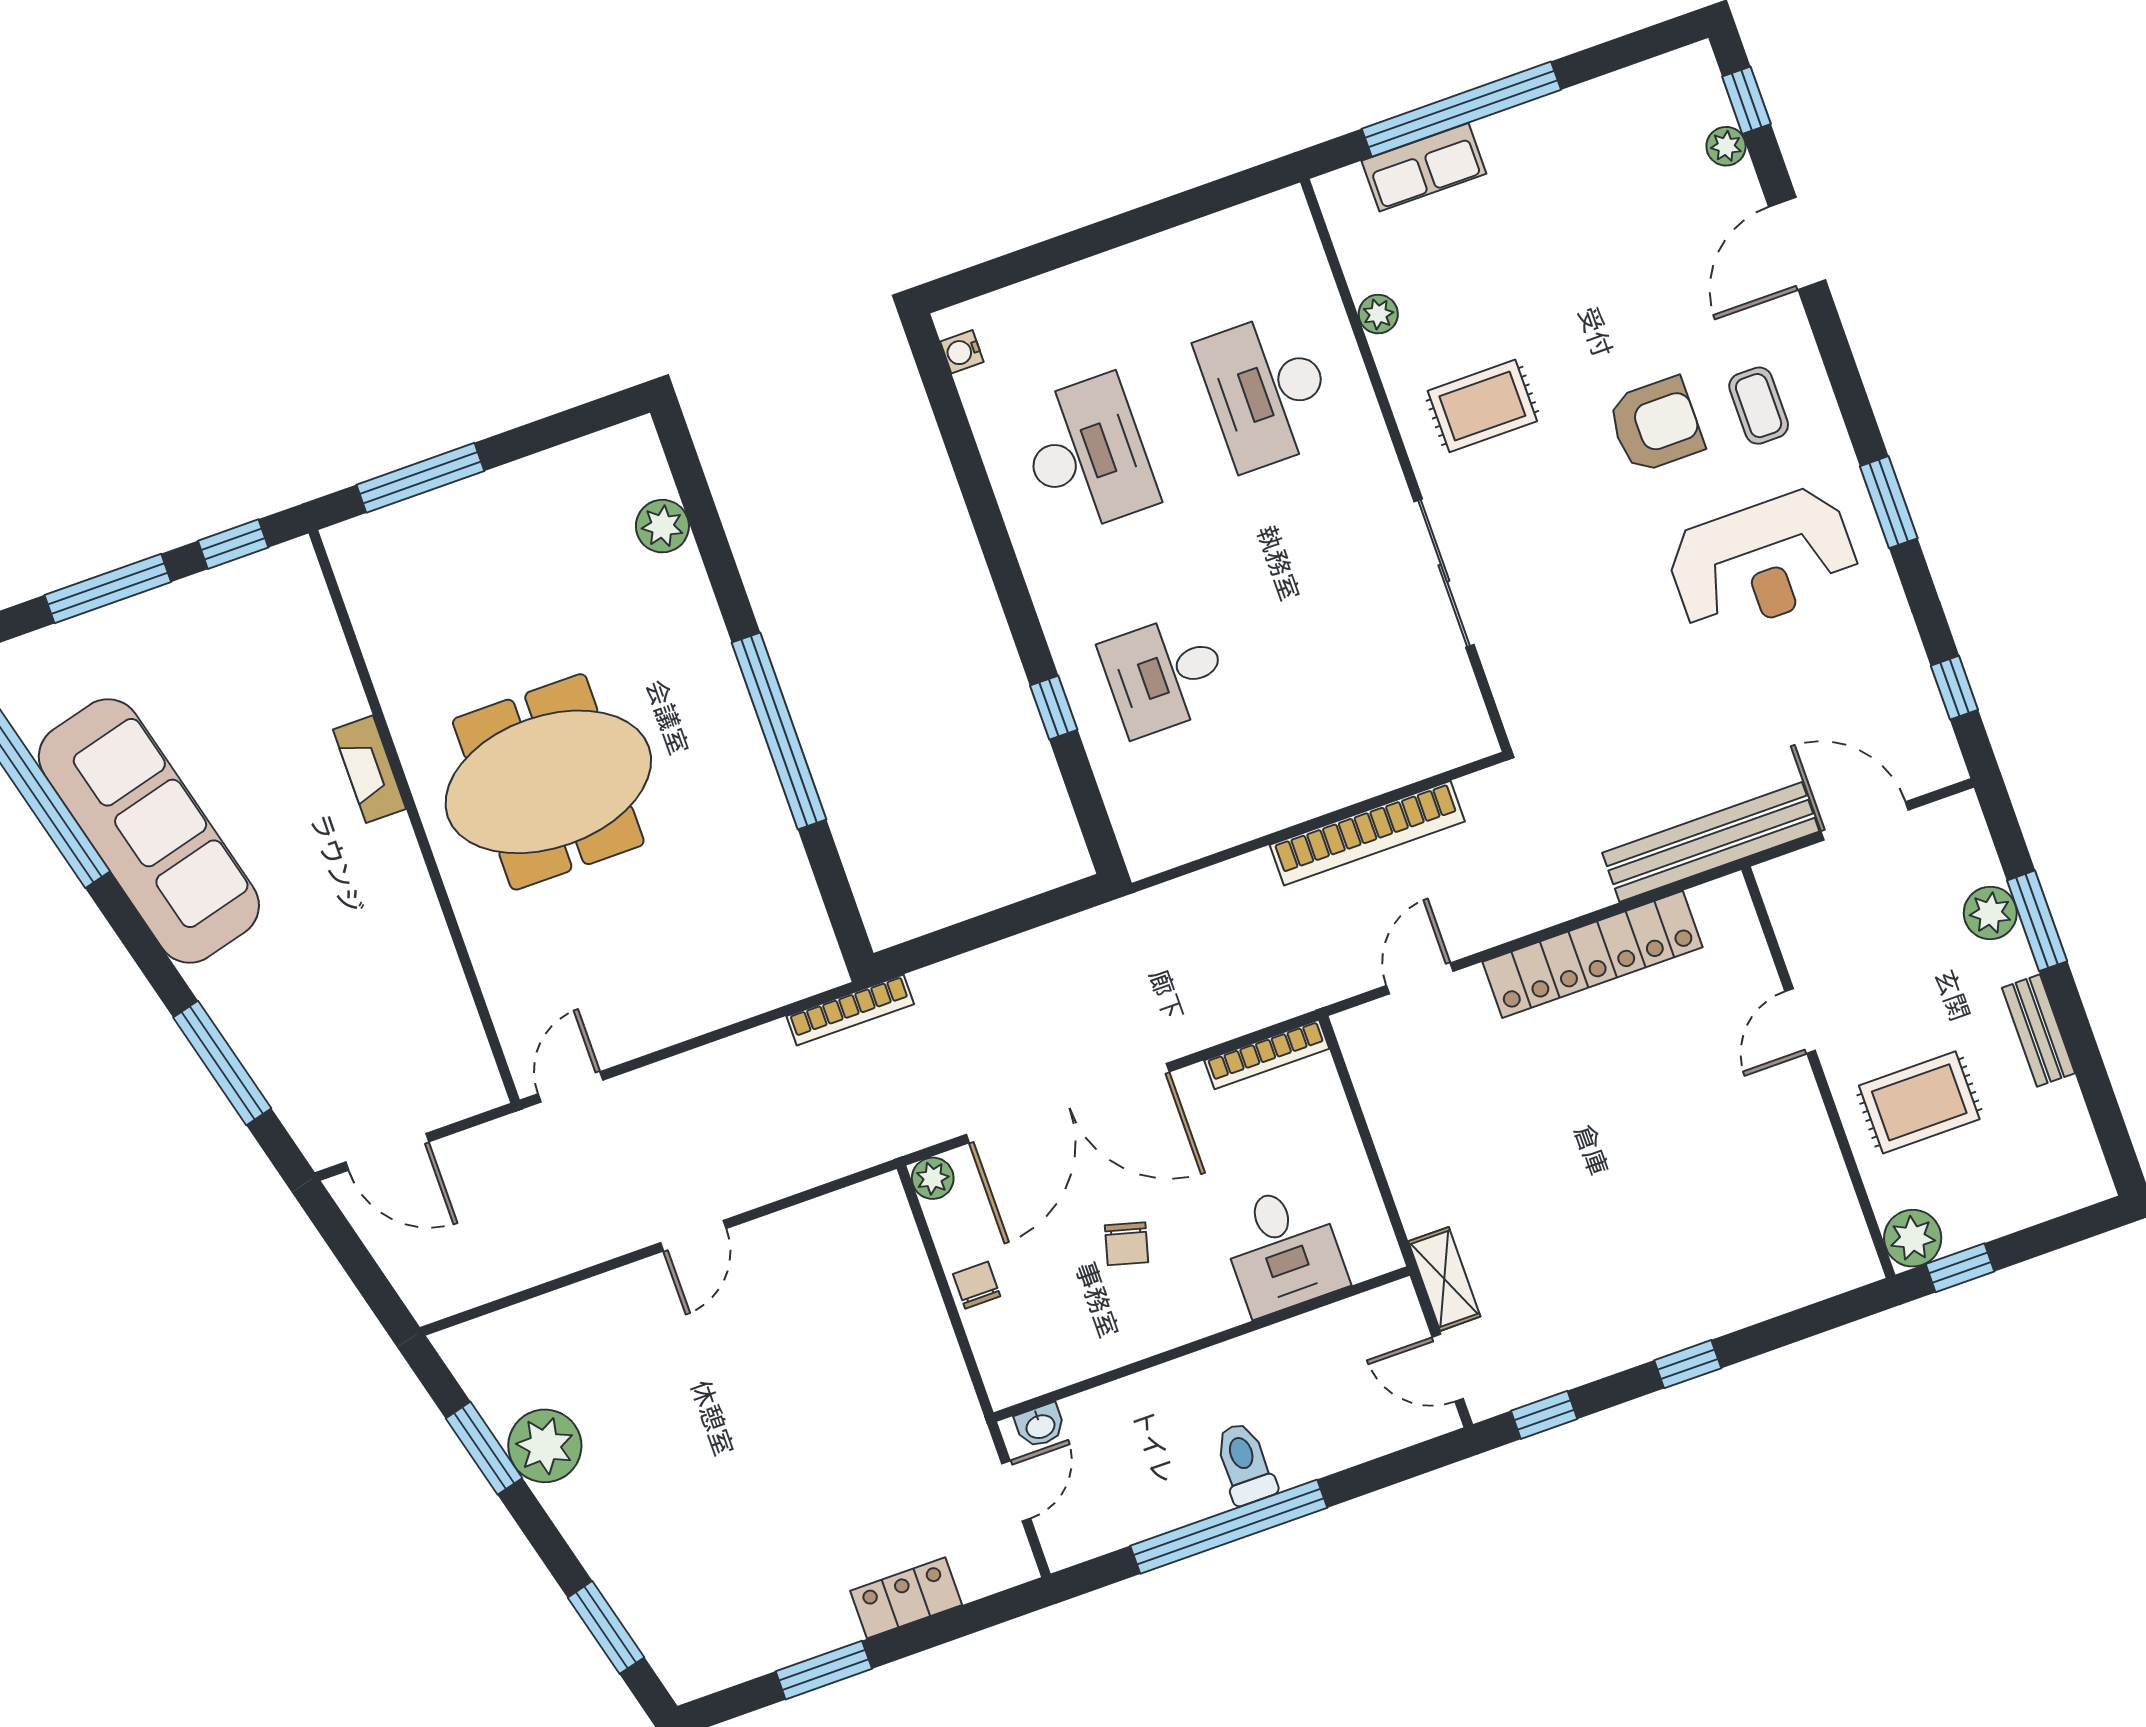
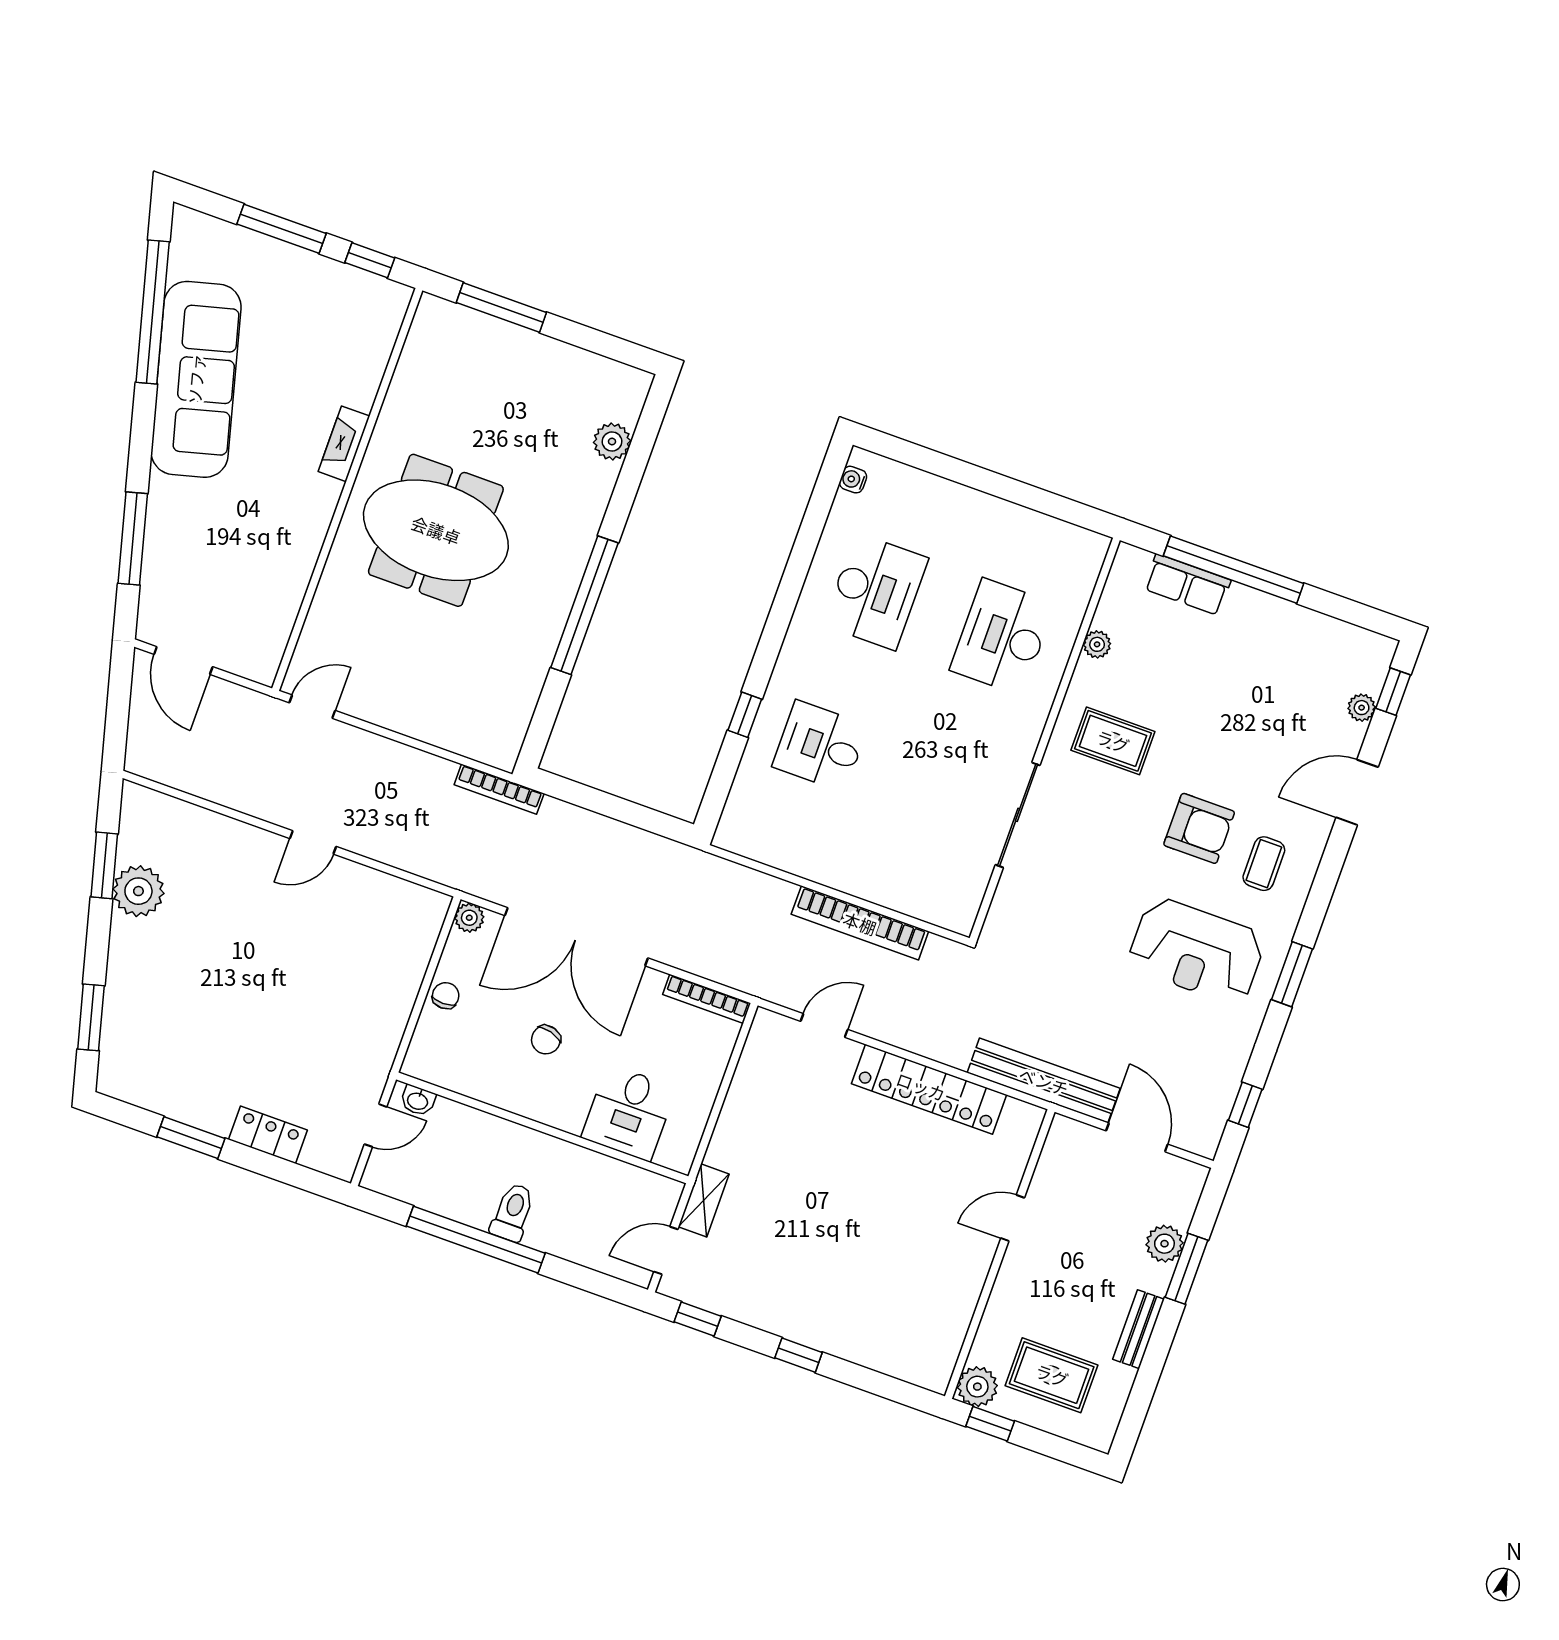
rug: (1919, 1102) -> (1052, 1375), moved
door: (1448, 1368) -> (666, 1250), hinge flipped

